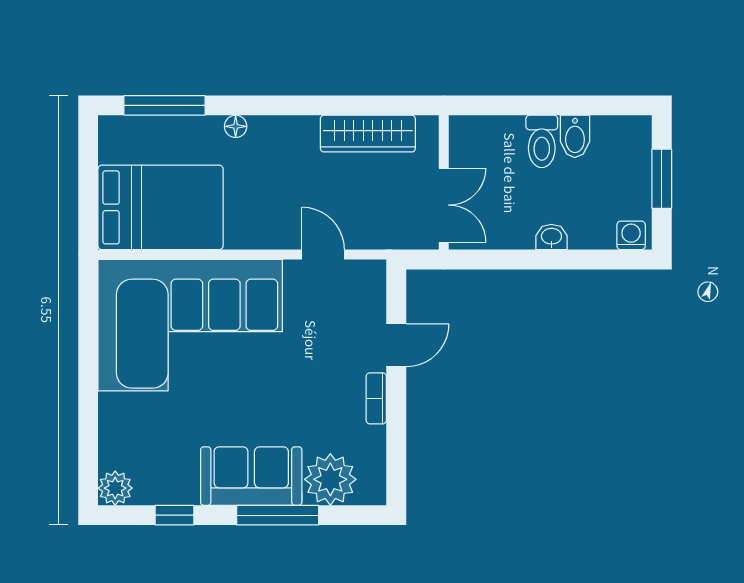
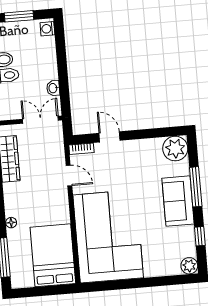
washbasin: (551, 237) -> (53, 88), moved
door: (323, 255) -> (69, 176), swing flipped
bookcase: (376, 398) -> (81, 149), moved
plant: (330, 479) -> (175, 149), moved

